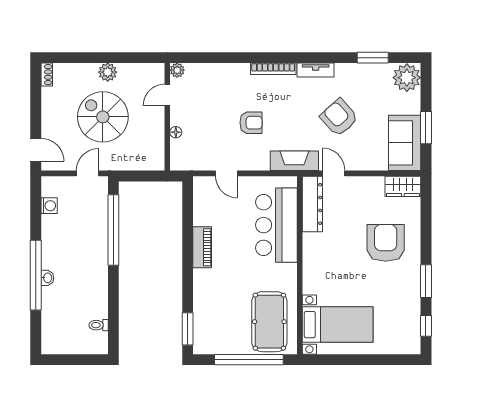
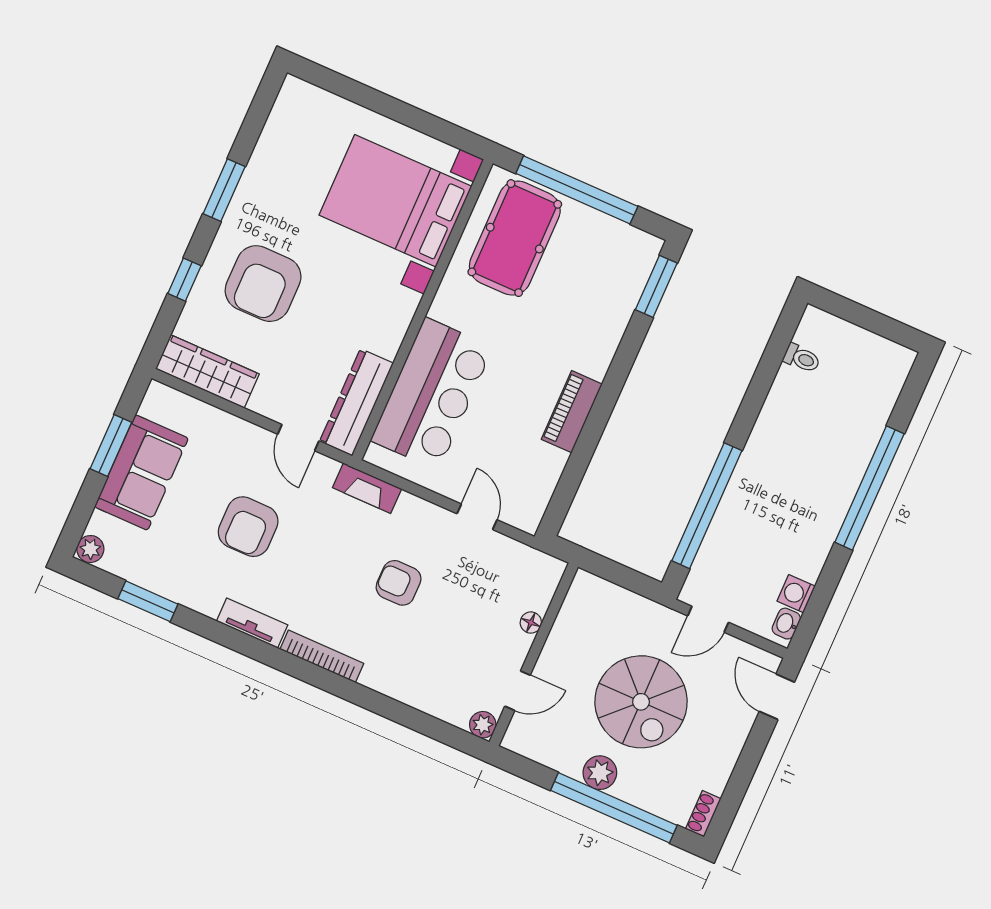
window: (93, 58) -> (614, 808), added
plant: (407, 78) -> (90, 549), width x0.53, depth x0.53
armchair: (339, 117) -> (248, 527), turned 42
sofa: (405, 143) -> (141, 473), moved
fireplace: (294, 161) -> (367, 488), width x0.73, depth x0.76
wardrobe: (403, 186) -> (207, 371), width x1.50
washbasin: (47, 278) -> (786, 624), moved
bed with nightstands: (338, 325) -> (395, 201), width x1.36
window: (426, 326) -> (184, 280), moved

